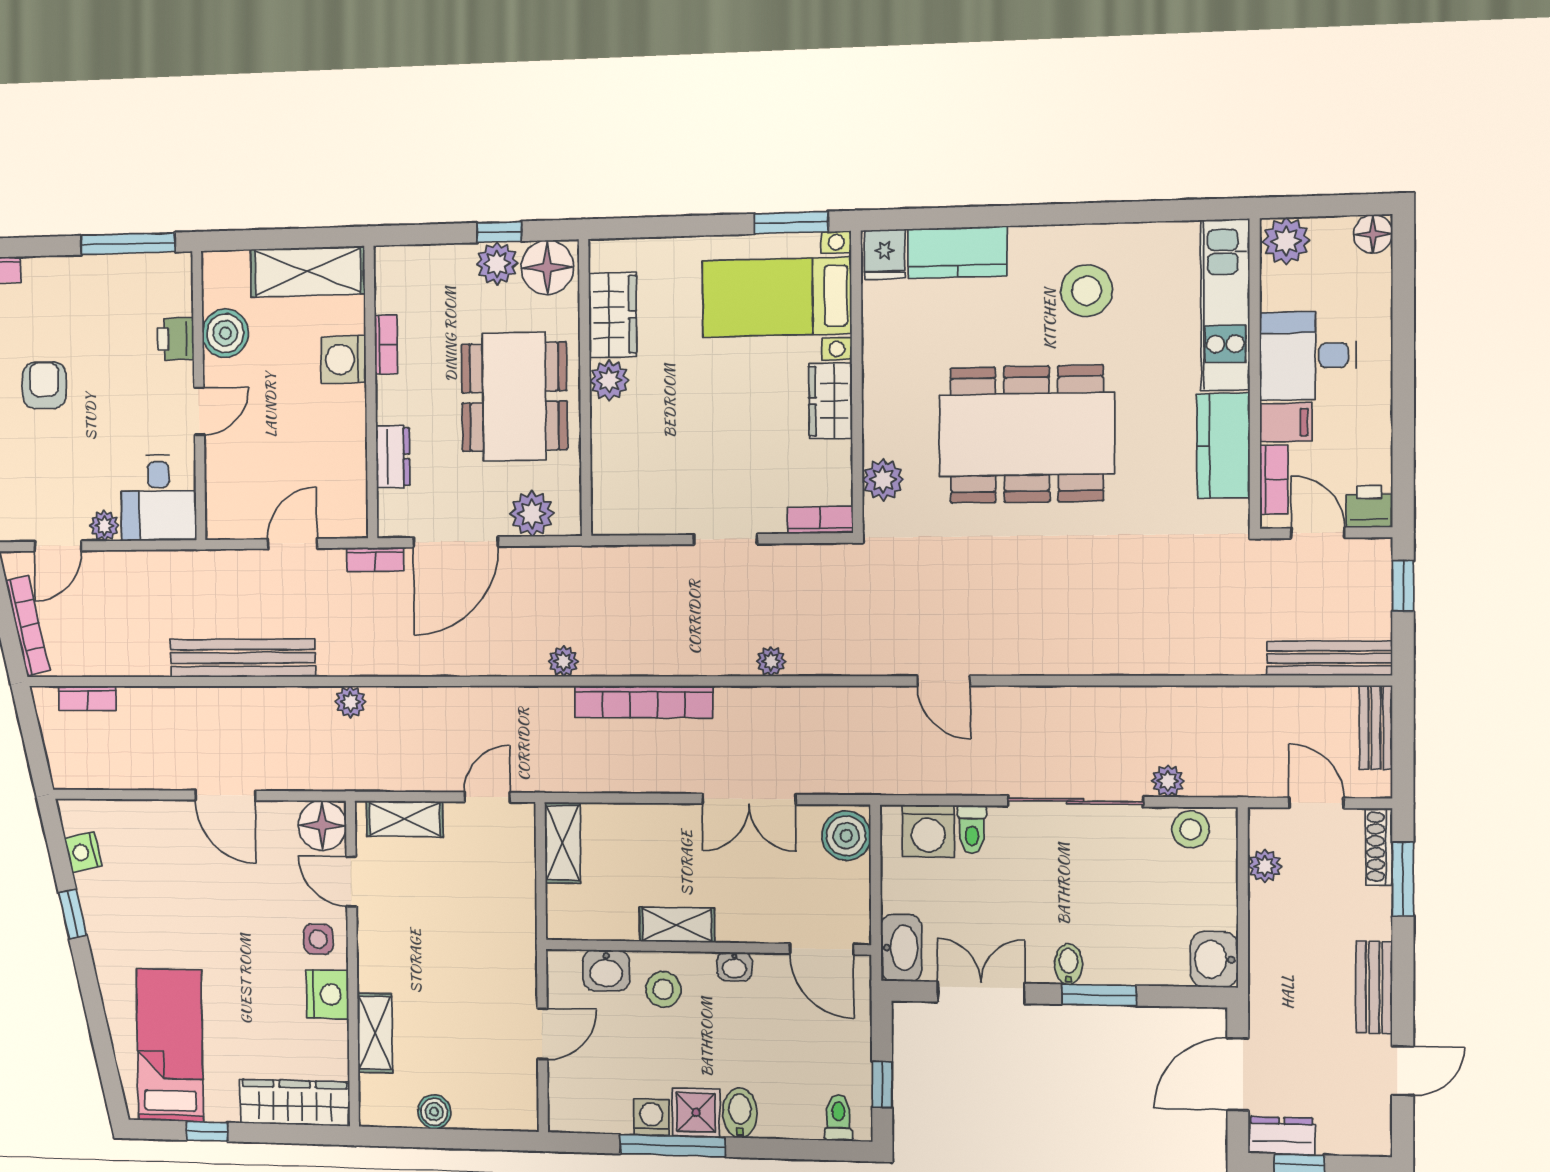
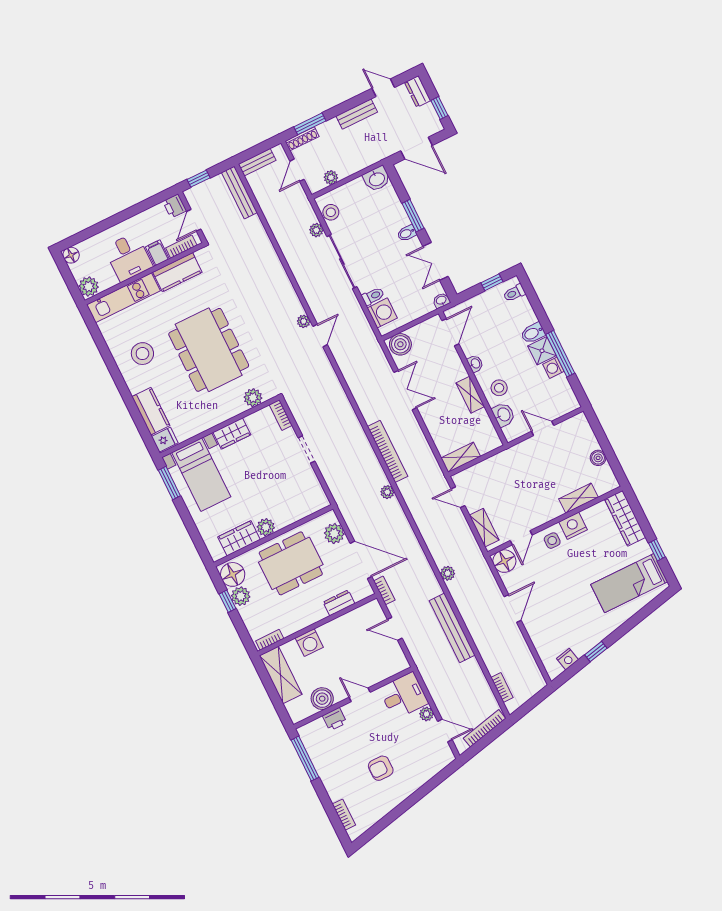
bookcase: (386, 344) -> (270, 640), moved
plant: (771, 661) -> (304, 321), moved
washbasin: (901, 948) -> (441, 300), width x0.52, depth x0.69
dresser: (1282, 1136) -> (418, 91), moved

